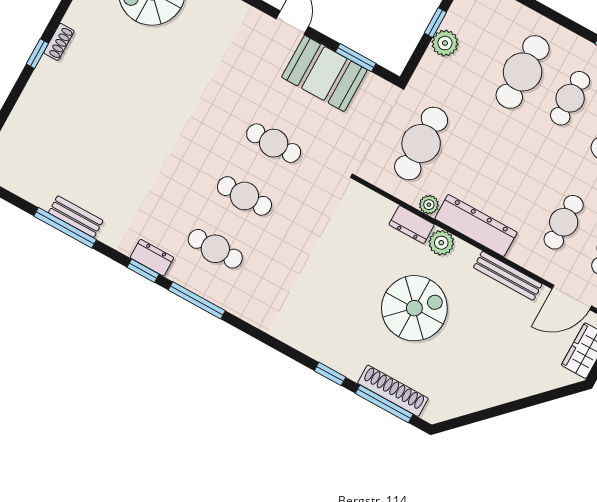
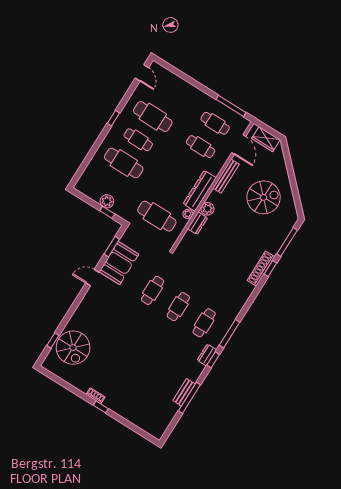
window: (435, 23) -> (107, 212), moved
spiral stairs: (414, 308) -> (264, 197), moved, turned 90
shoe rack: (393, 391) -> (261, 269), moved

